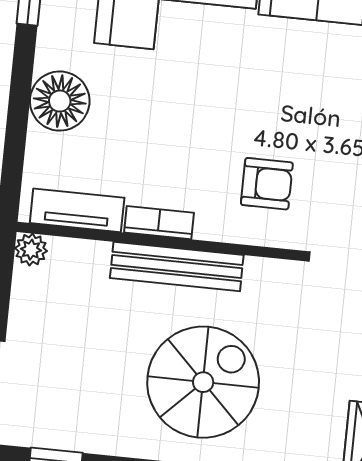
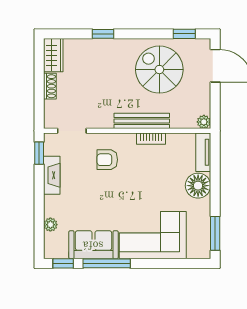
tv unit: (77, 210) -> (203, 152), moved, turned 90
spiral stairs: (203, 382) -> (159, 70), moved, turned 90

